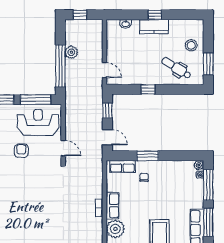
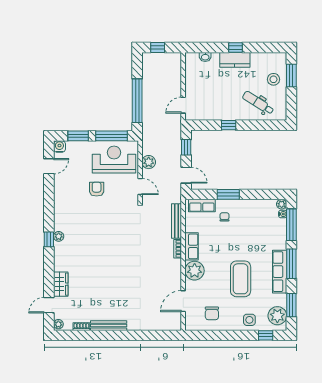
plant: (71, 52) -> (149, 162), moved
window: (208, 64) -> (291, 75), moved
door: (104, 70) -> (183, 105), swing flipped
bench: (98, 181) -> (177, 221), added

